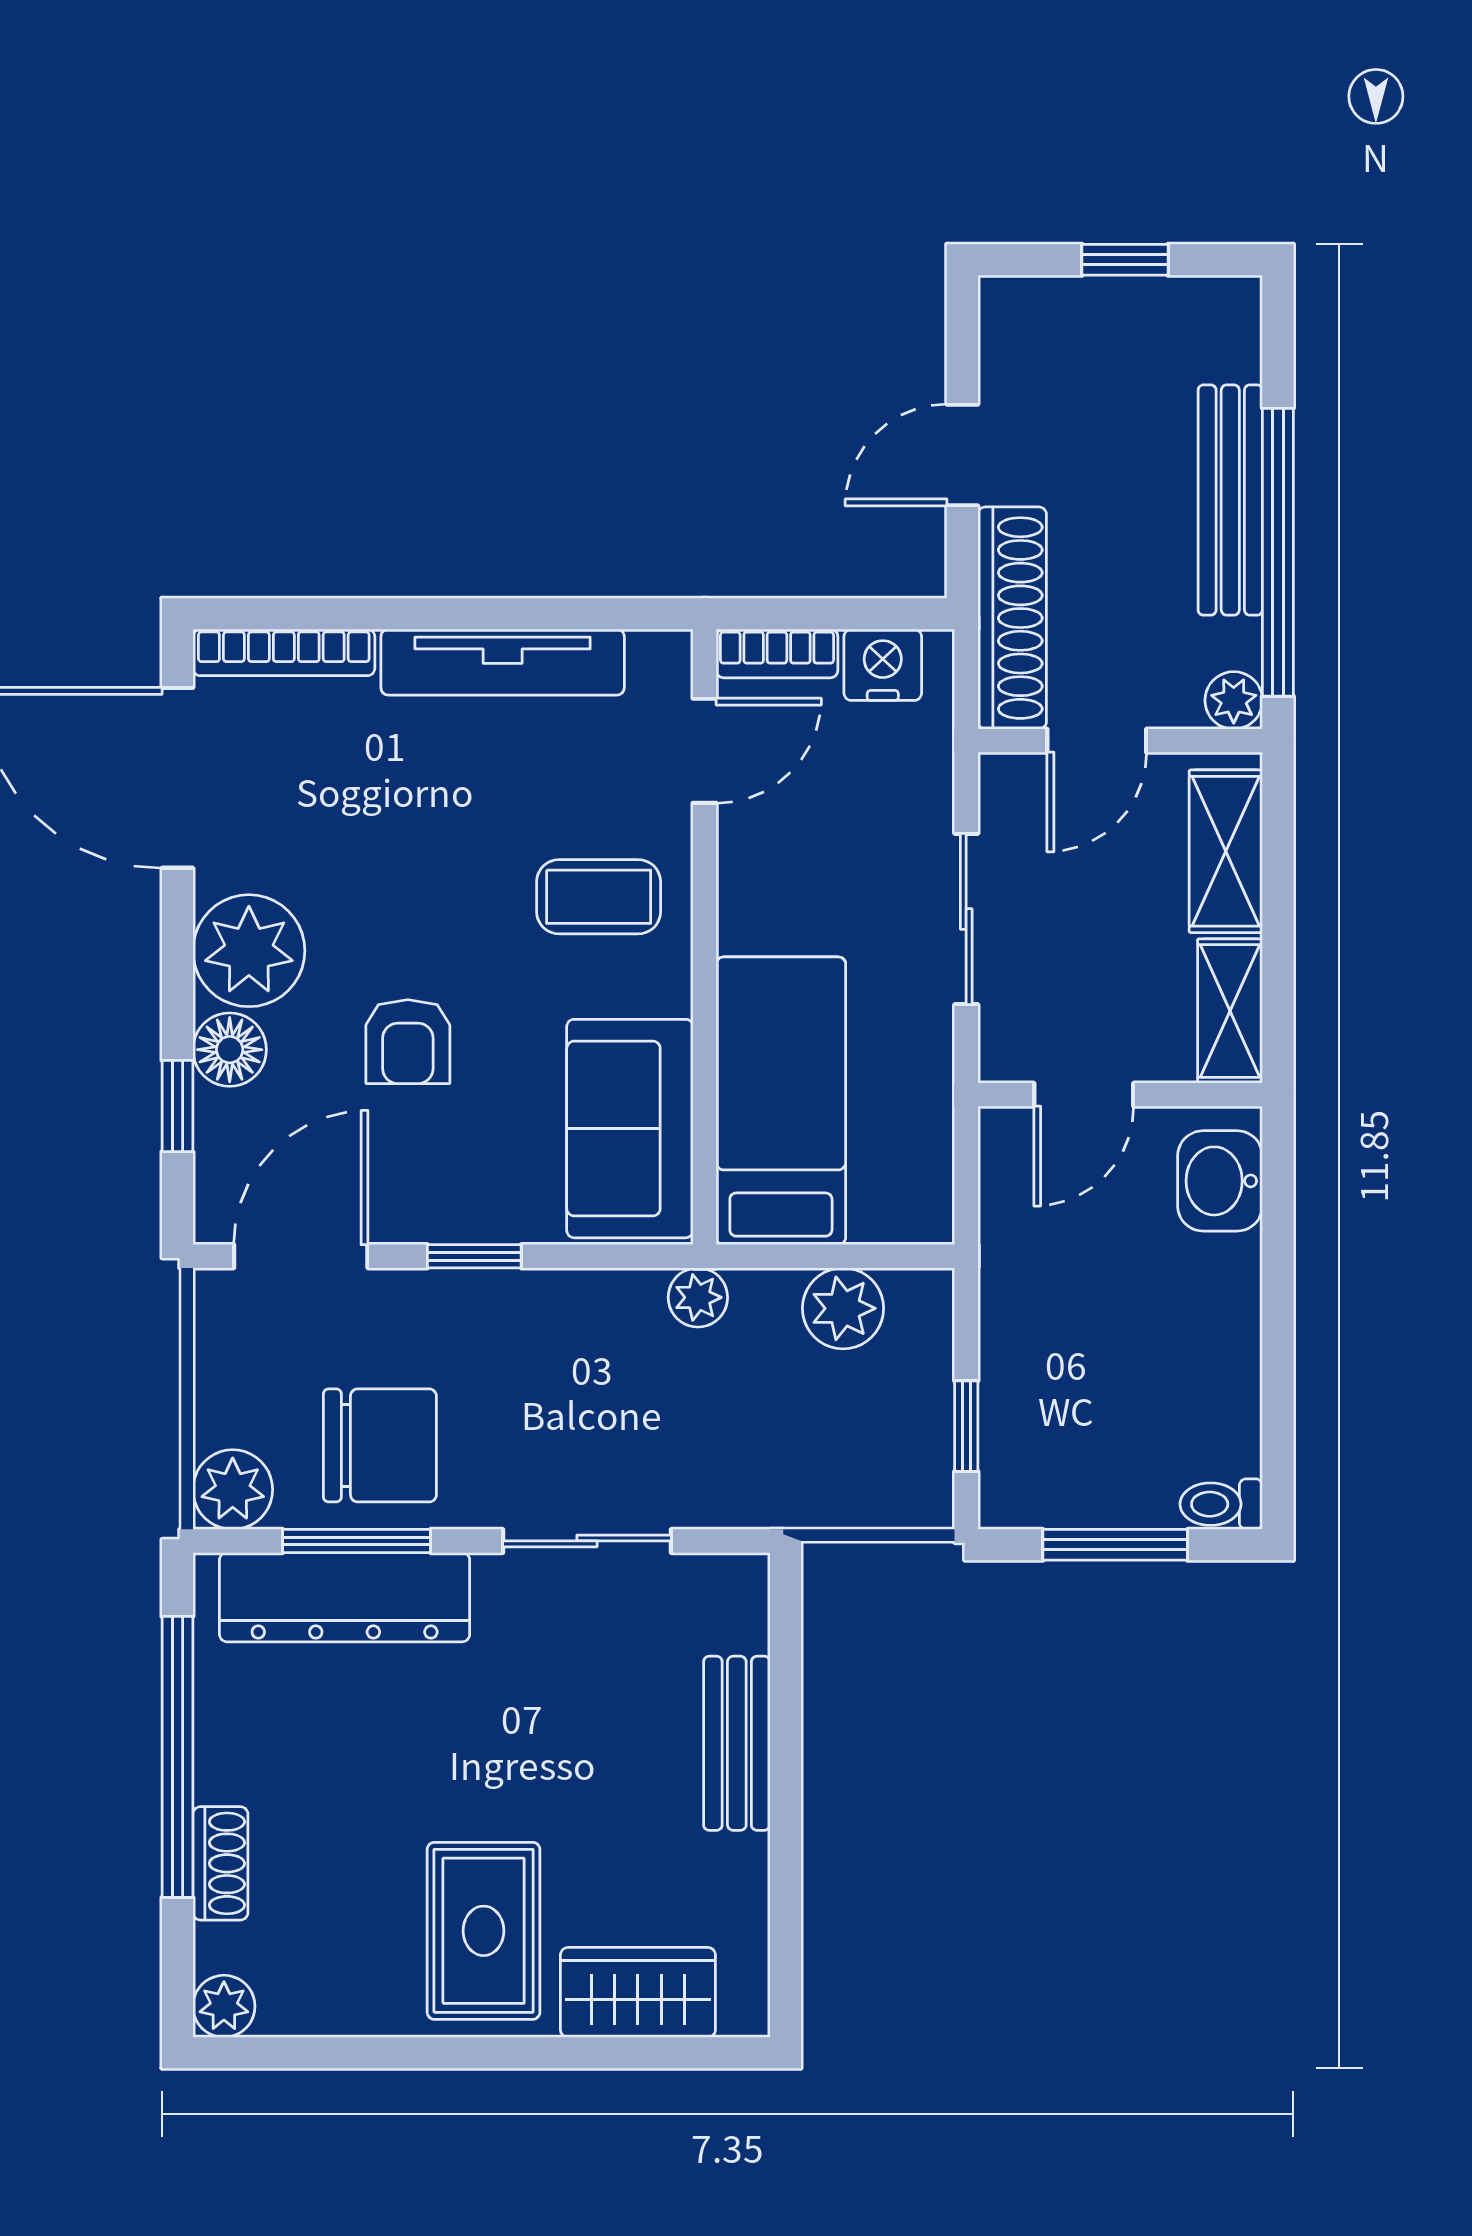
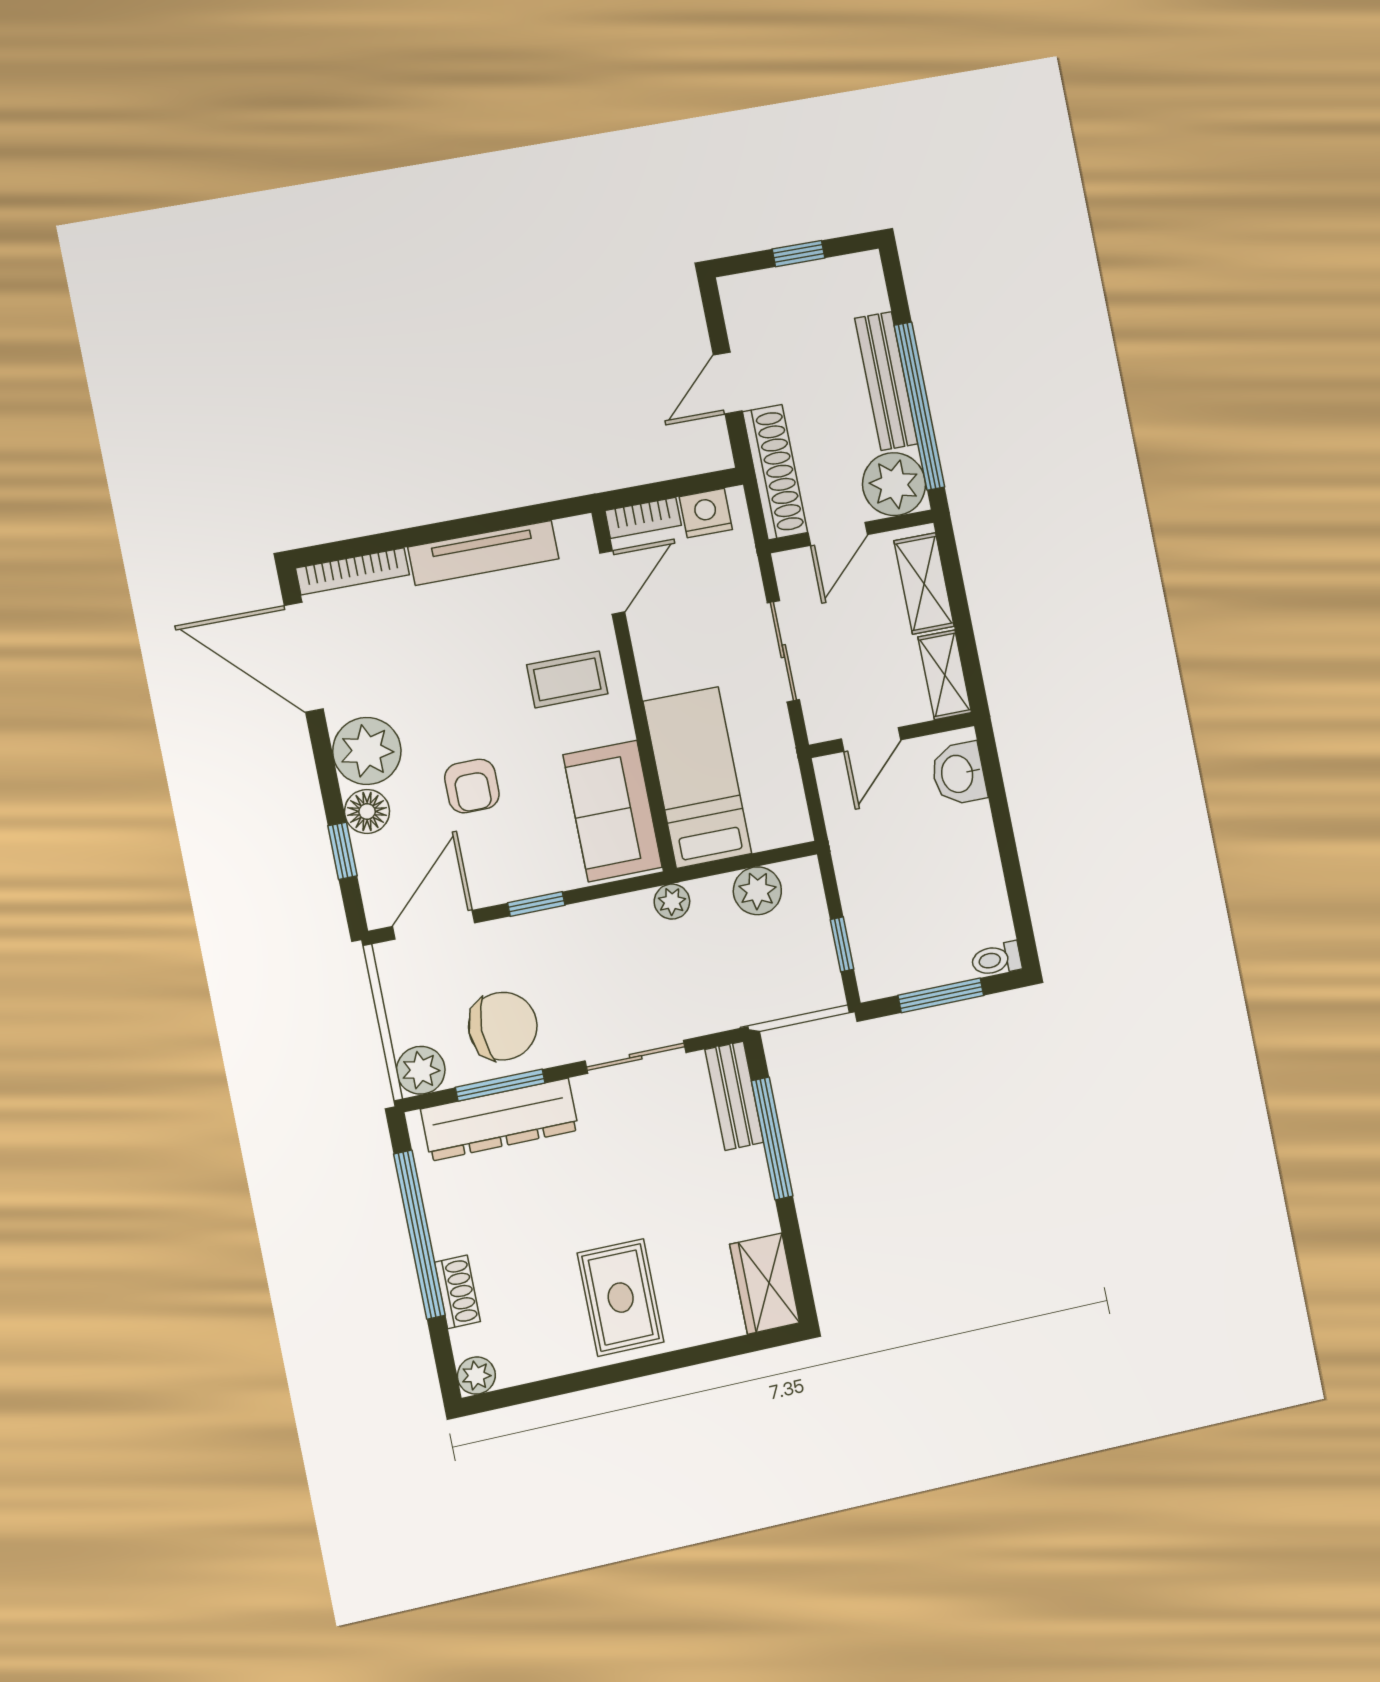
plant: (1234, 700) -> (894, 484), width x1.87, depth x1.87
window: (785, 1723) -> (772, 1138), added
bench: (737, 1743) -> (734, 1096), moved
wardrobe: (638, 1992) -> (765, 1284), moved, turned -90

